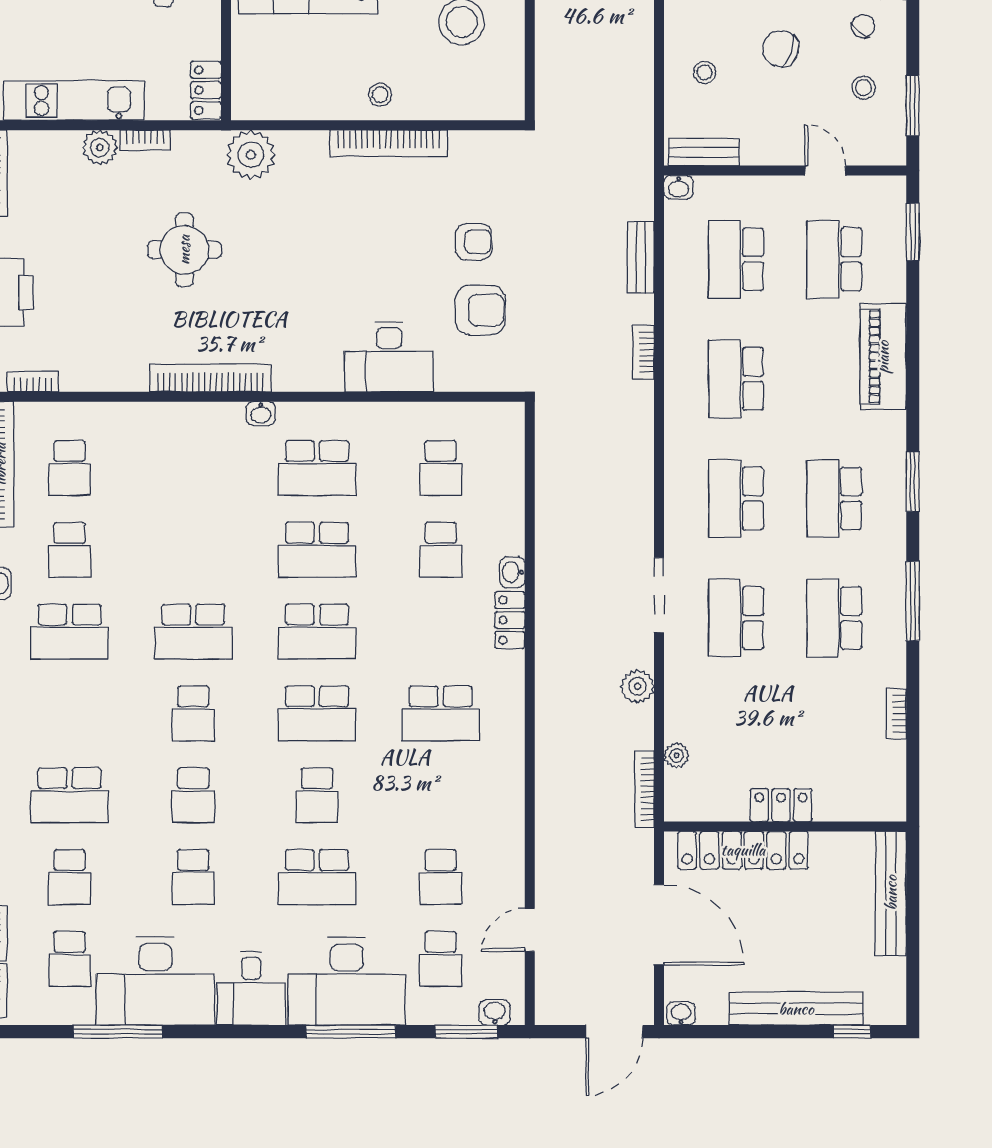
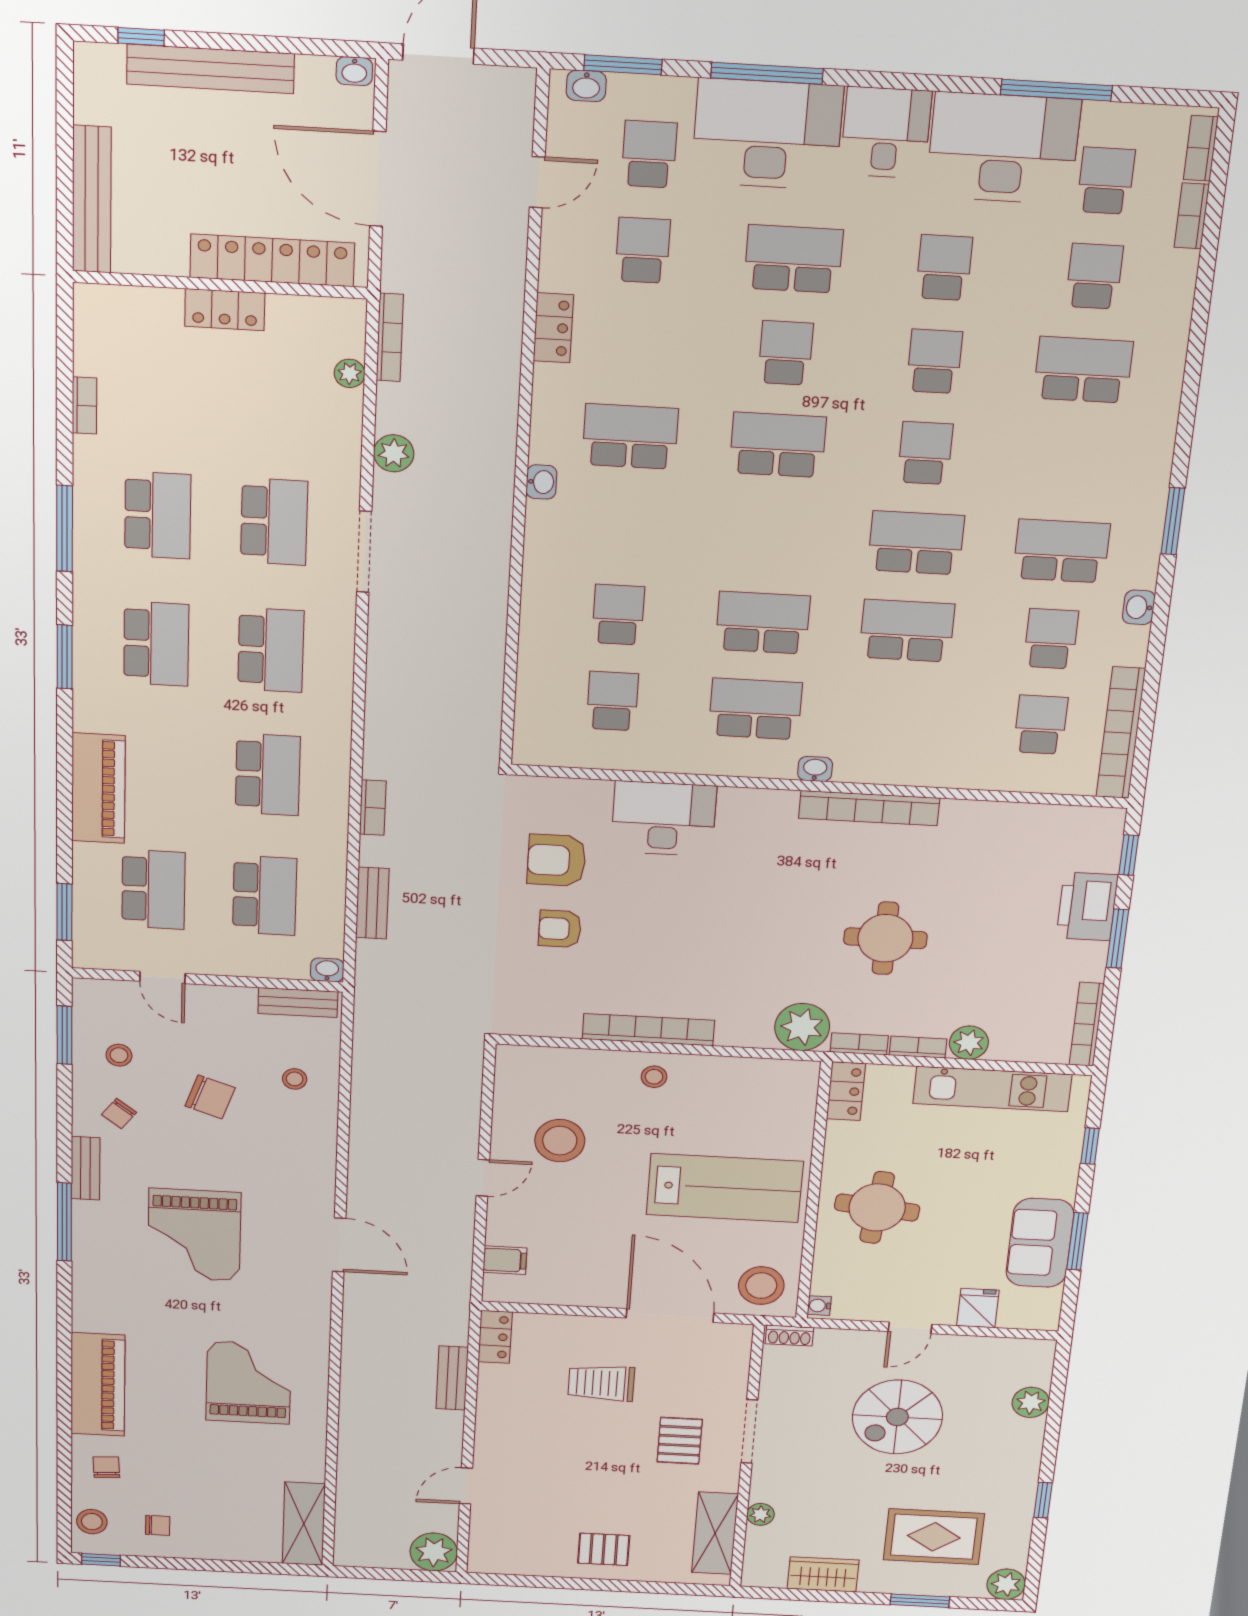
bookcase: (33, 382) -> (859, 1044), moved, turned 180
washbasin: (512, 572) -> (541, 482), moved
locker: (510, 620) -> (553, 328), moved
school desk: (317, 632) -> (907, 631), moved

